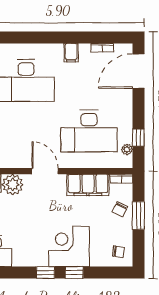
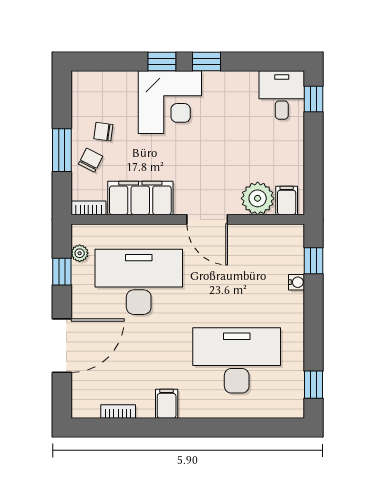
door: (138, 71) -> (62, 346), moved
chair: (118, 252) -> (103, 132), moved

